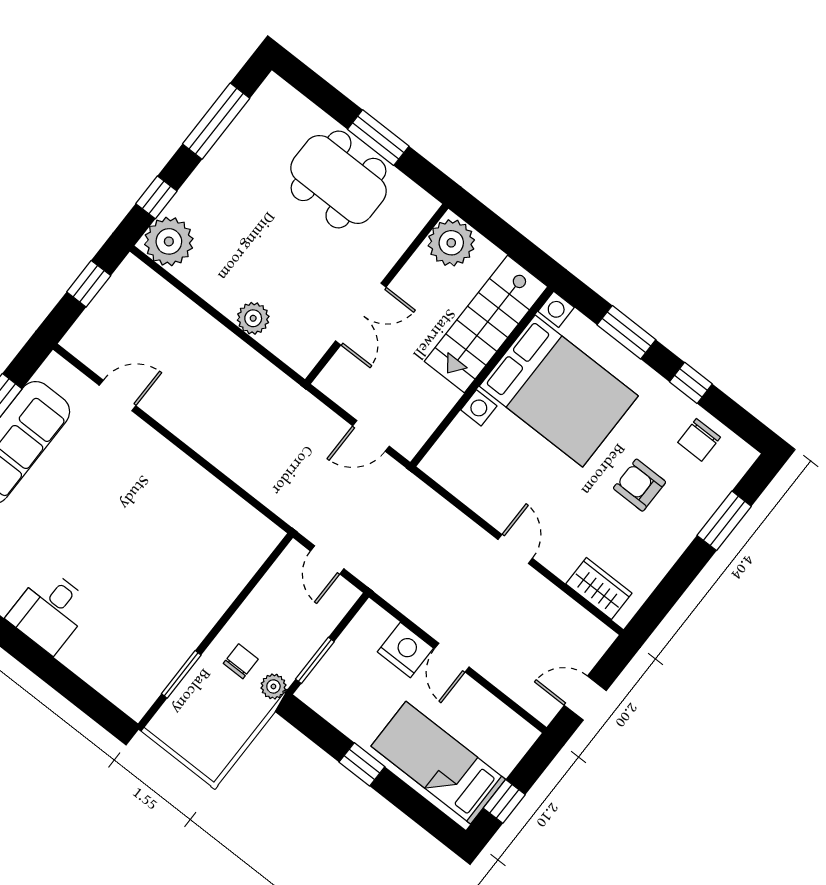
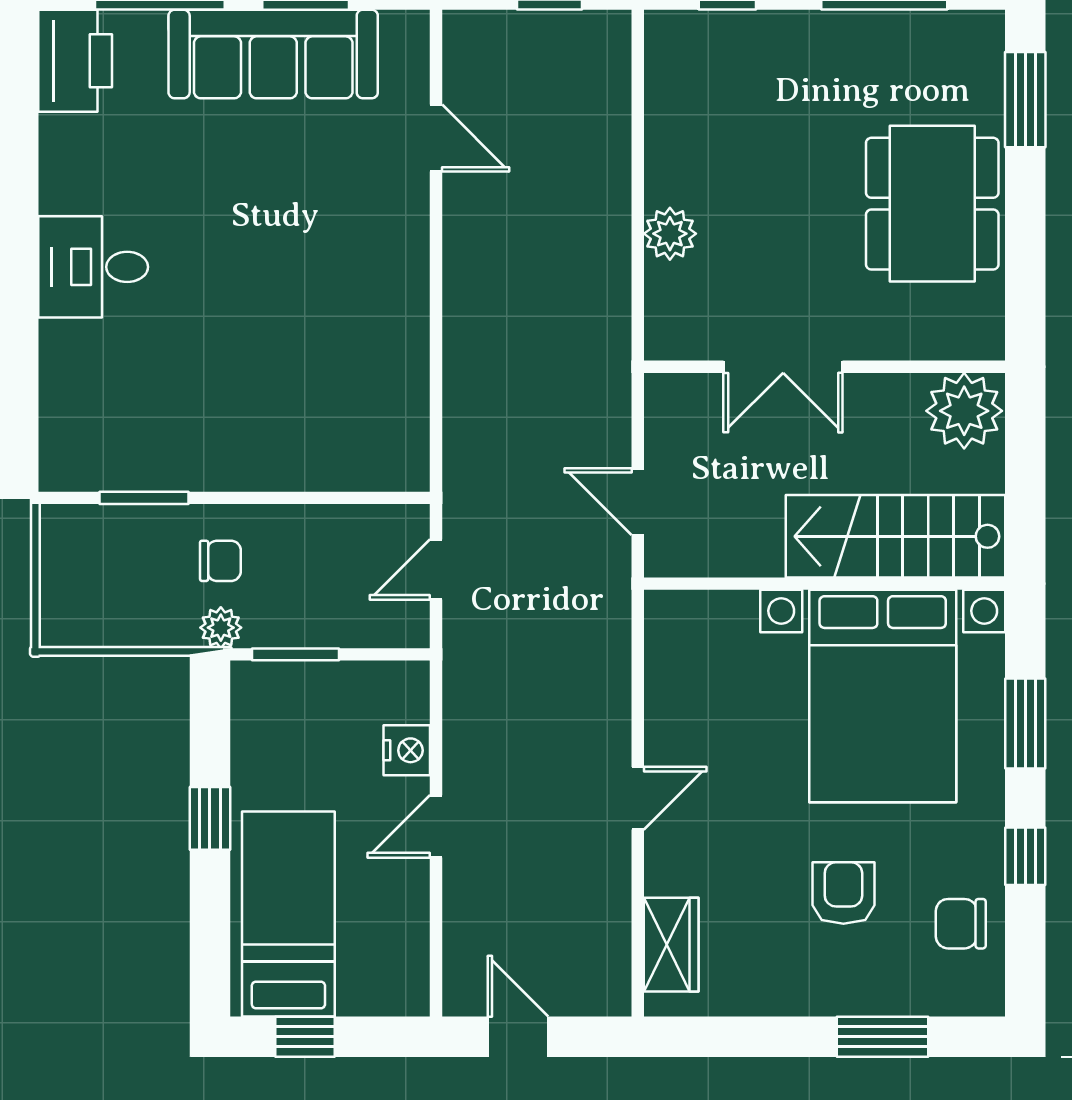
window: (378, 138) -> (1025, 100), moved
plant: (169, 241) -> (684, 49), removed
nightstand: (405, 650) -> (407, 750), width x0.74, depth x0.75

